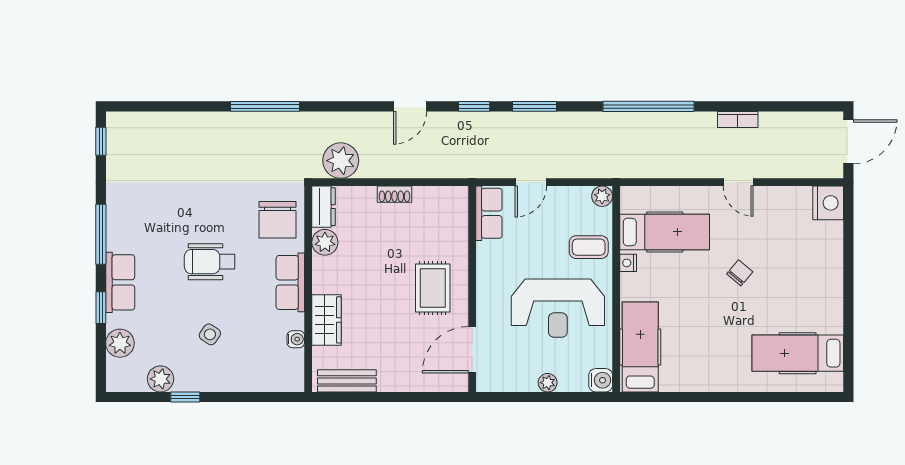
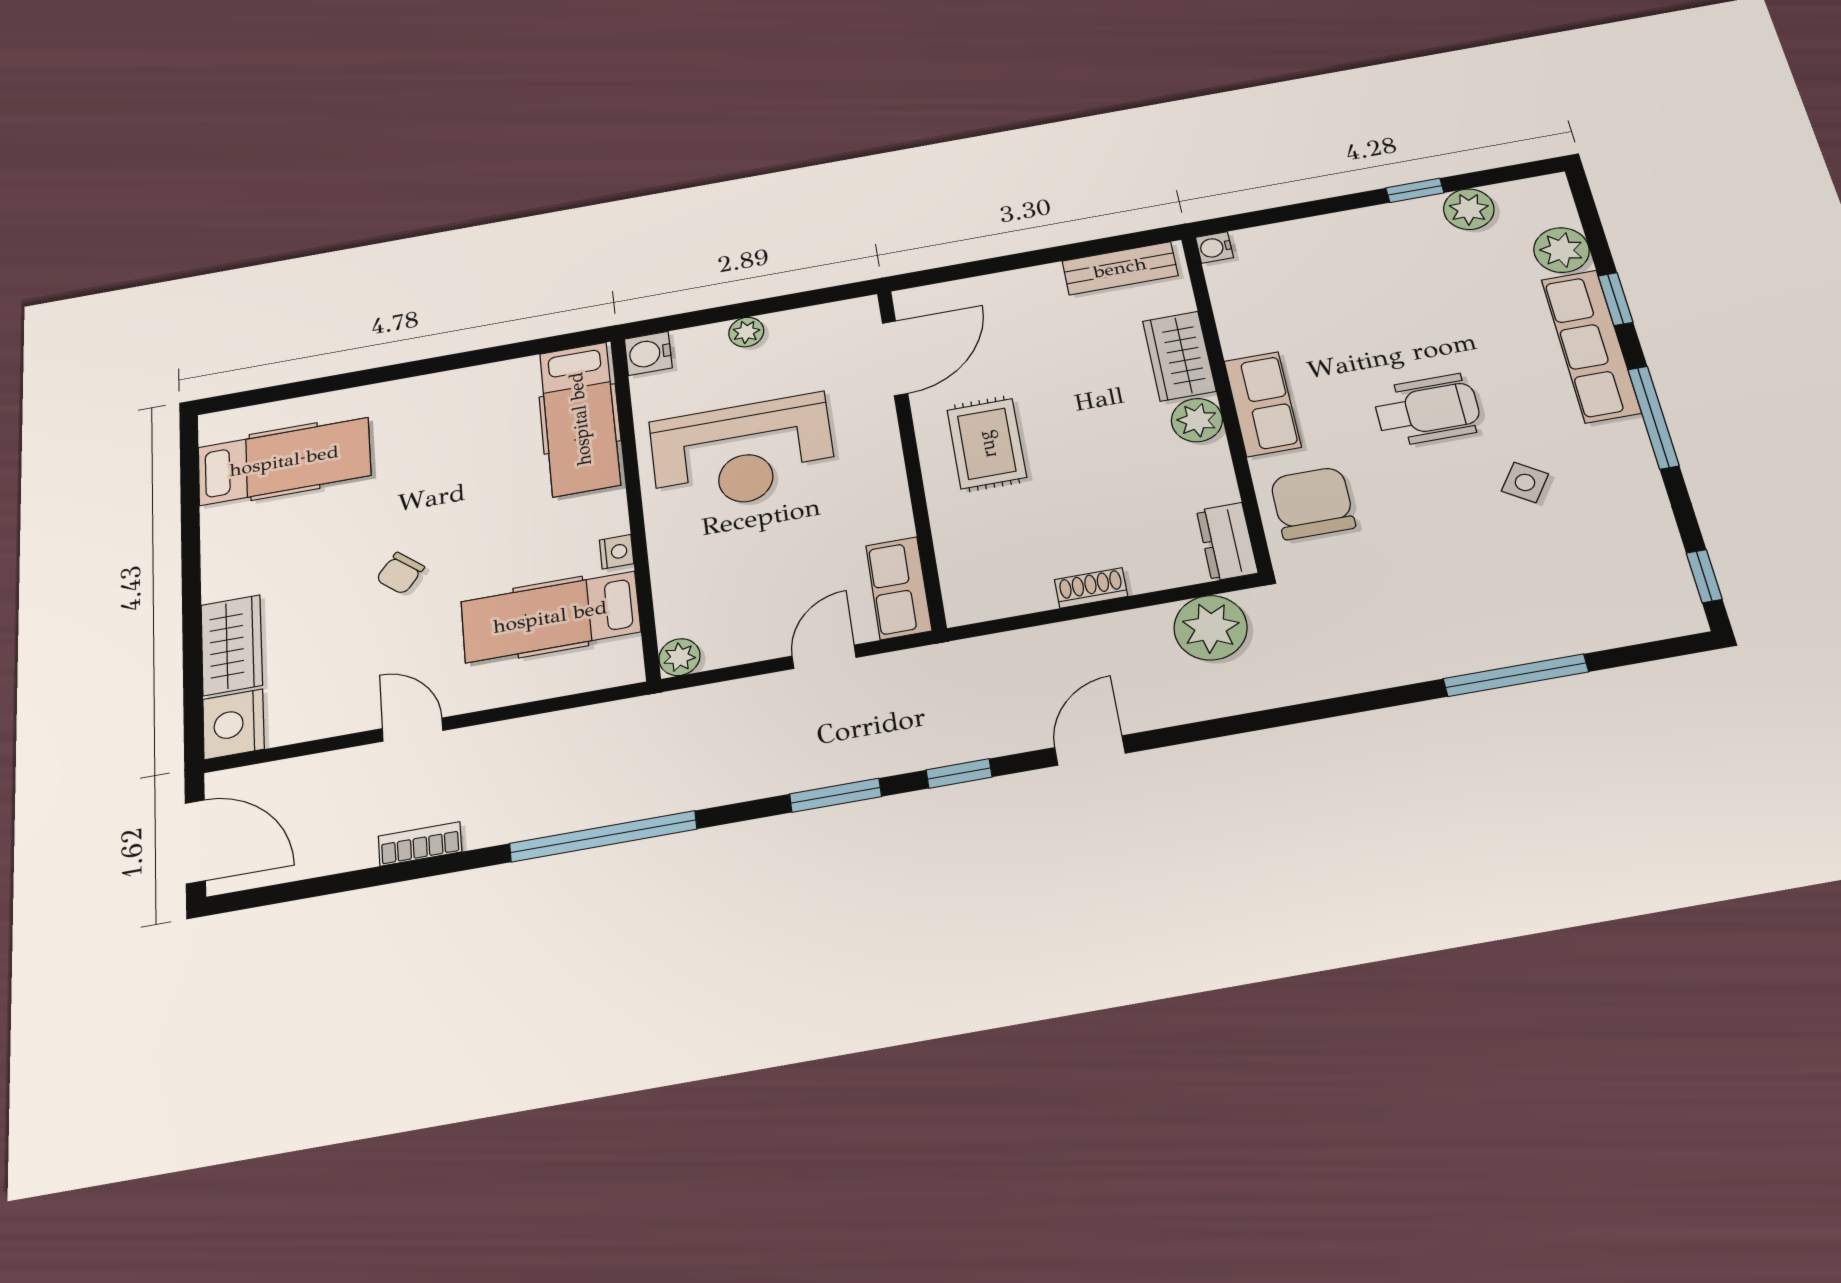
window: (265, 106) -> (1516, 675), moved
door: (848, 142) -> (195, 842), swing flipped
plant: (325, 242) -> (1197, 420), moved
coffee table: (589, 247) -> (696, 565), removed
wardrobe: (828, 248) -> (232, 645), added
row of seats: (120, 282) -> (1591, 346), width x1.48
reception desk: (558, 308) -> (743, 453), turned 180
side table: (210, 334) -> (1525, 482), moved
water cooler: (296, 339) -> (1214, 247), moved

